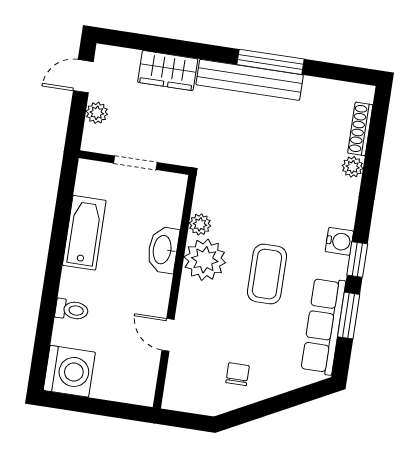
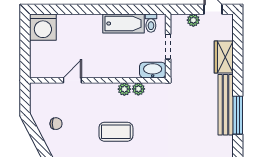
washbasin: (163, 250) -> (153, 70), moved
plant: (205, 260) -> (124, 89), width x0.53, depth x0.53
toilet: (72, 310) -> (151, 23), moved

